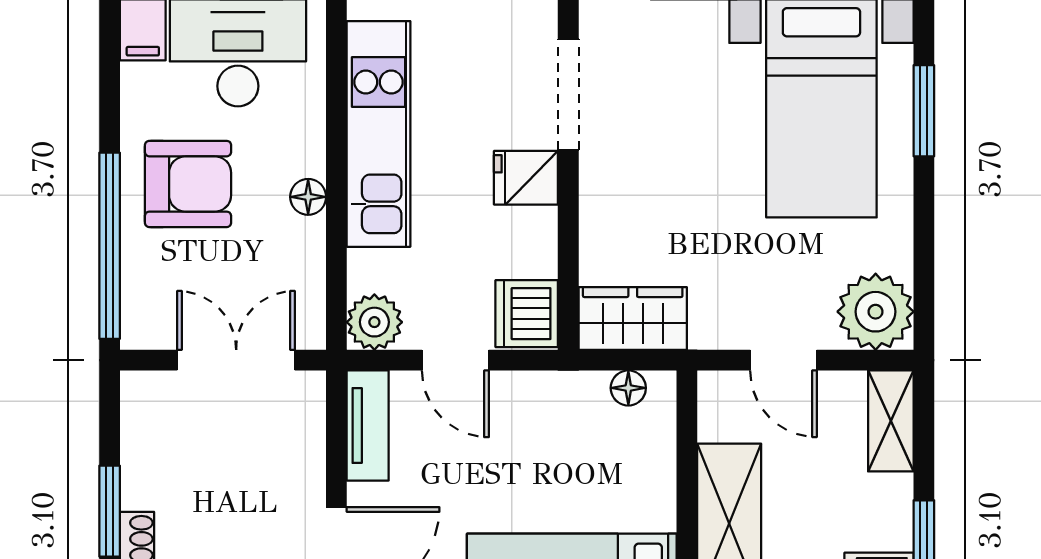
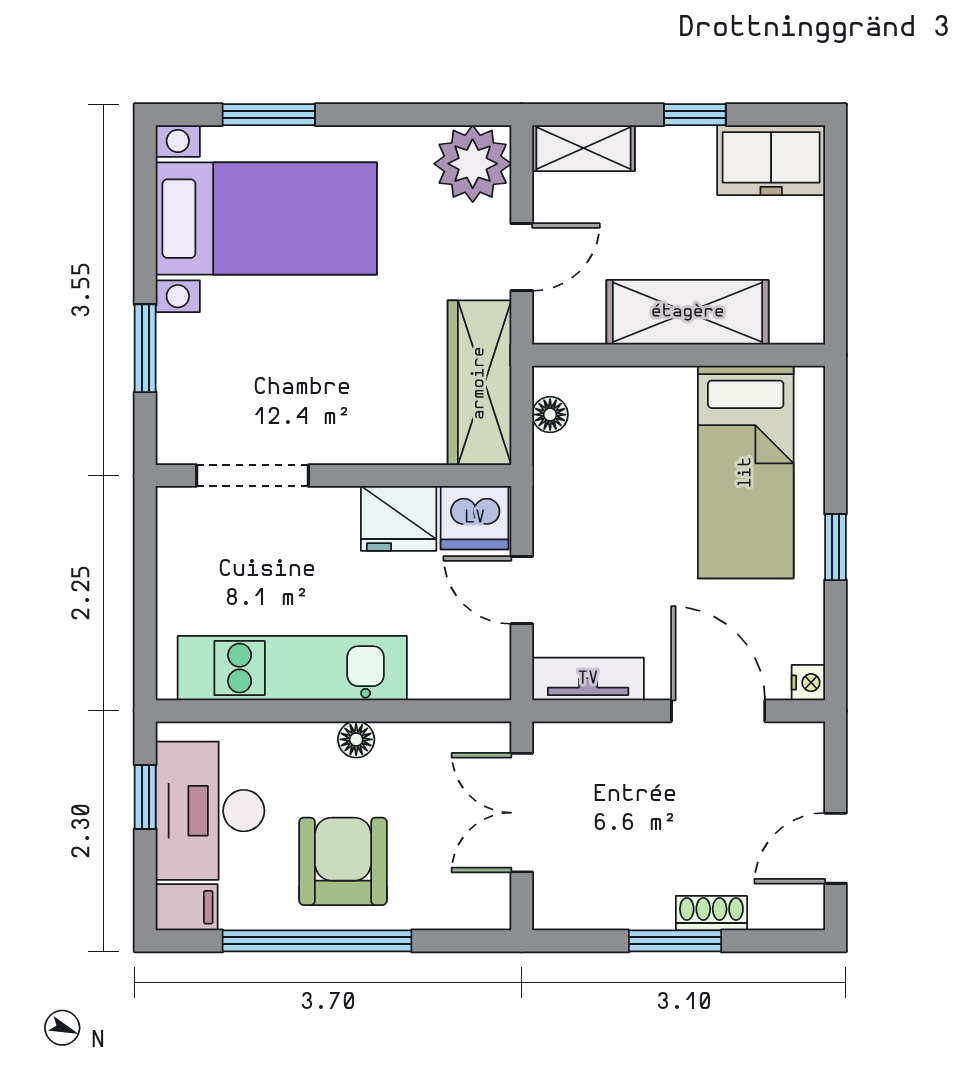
fridge: (526, 178) -> (399, 518), moved, width x1.38
window: (110, 246) -> (317, 941), moved
wardrobe: (633, 318) -> (479, 383), width x1.50
plant: (374, 322) -> (483, 672), removed
door: (455, 360) -> (522, 590), swing flipped

